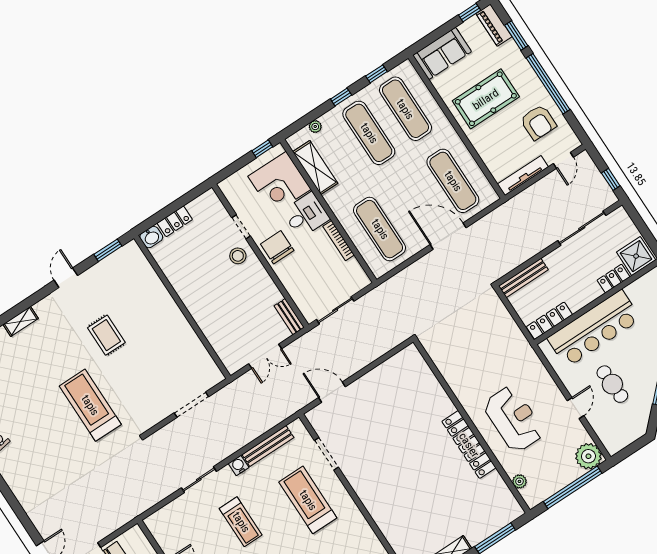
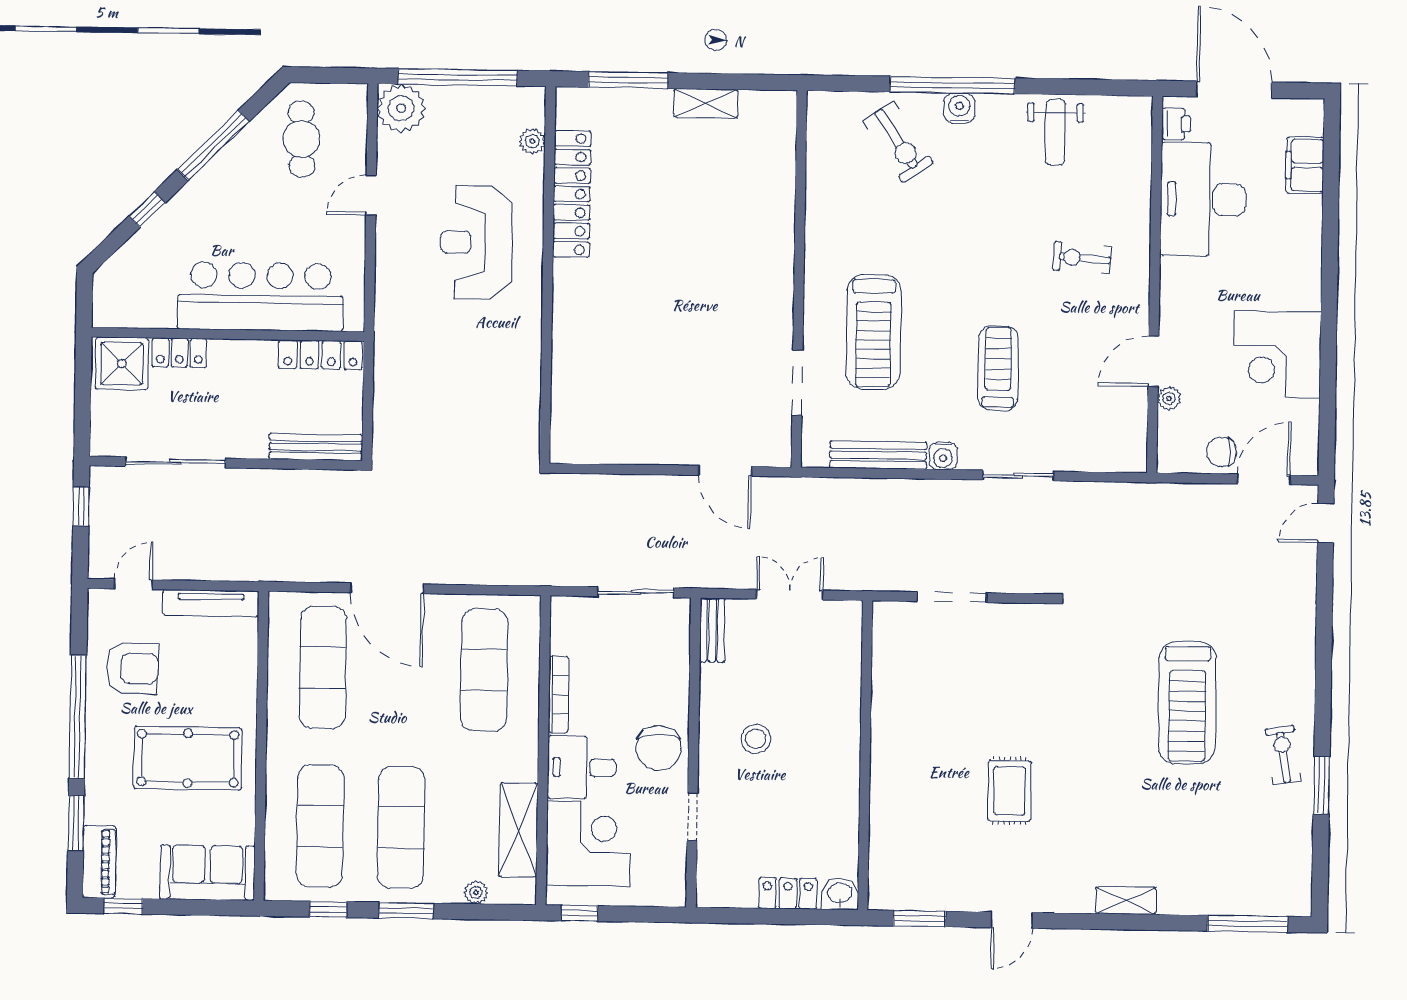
window: (341, 97) -> (406, 911), width x1.50
armchair: (538, 122) -> (132, 668), turned 91
stool: (238, 256) -> (756, 739), moved
cafe table: (612, 384) -> (301, 139), moved
treadmill: (90, 405) -> (1187, 703), moved
locker: (469, 445) -> (572, 194), moved

